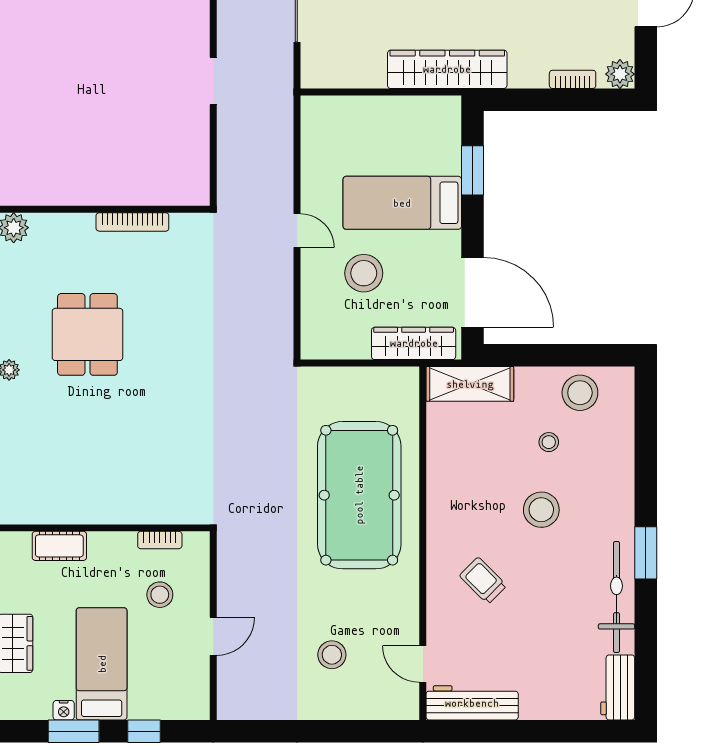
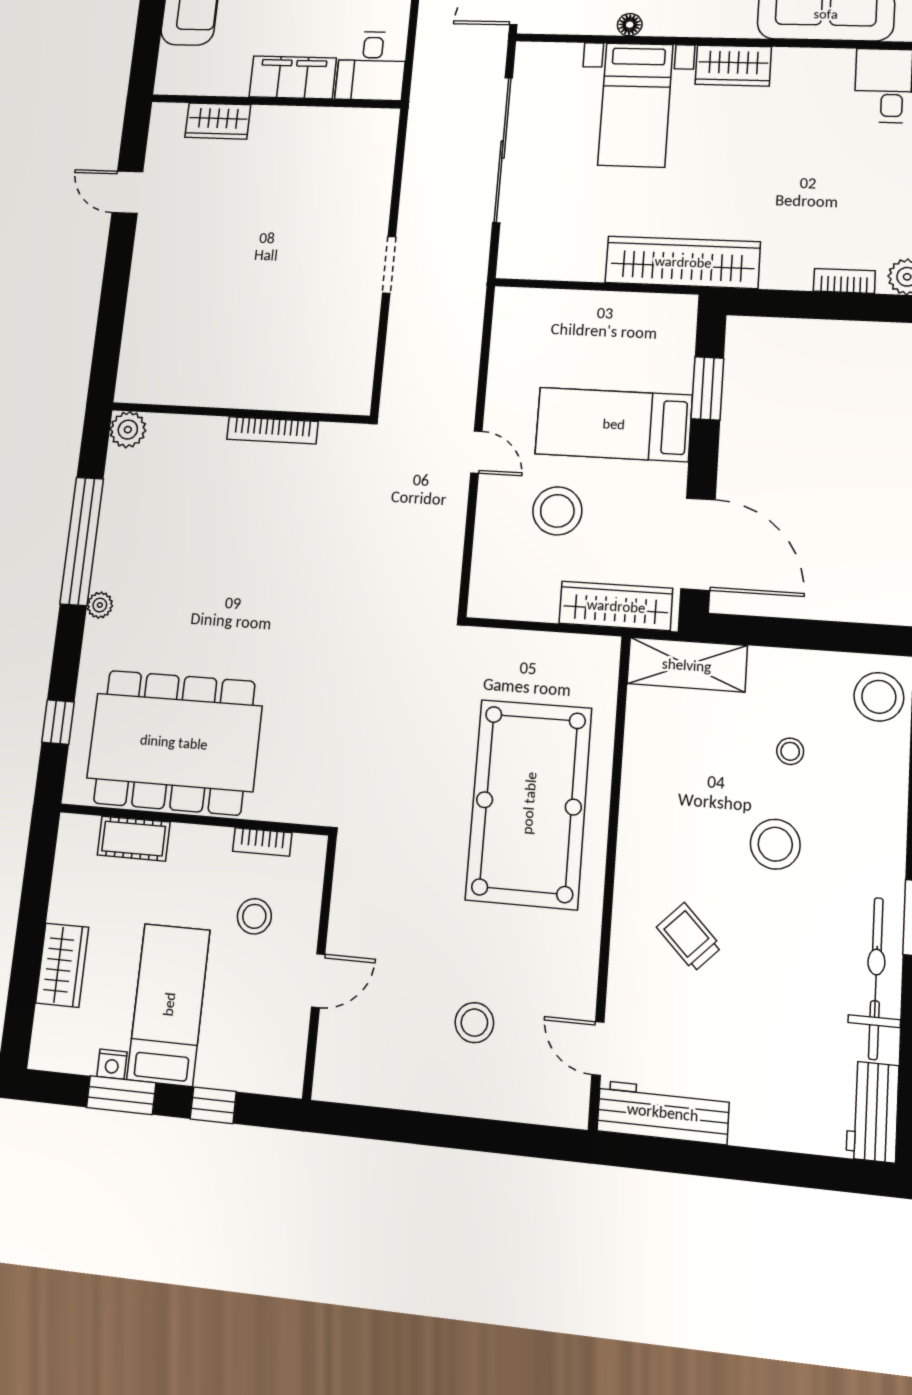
dining table: (87, 334) -> (174, 742), moved, width x1.88, depth x1.24
stool: (580, 393) -> (879, 697), moved

